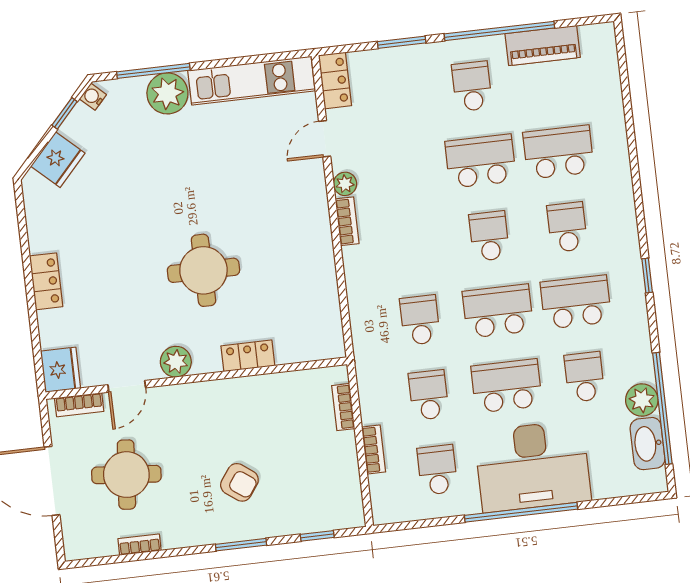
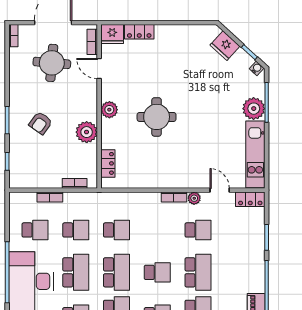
school desk: (472, 86) -> (198, 230), moved
locker: (46, 281) -> (139, 32), moved
locker: (248, 356) -> (108, 163), moved
plant: (176, 362) -> (109, 110), moved
plant: (246, 396) -> (87, 132), added
bookcase: (139, 545) -> (13, 36), moved

